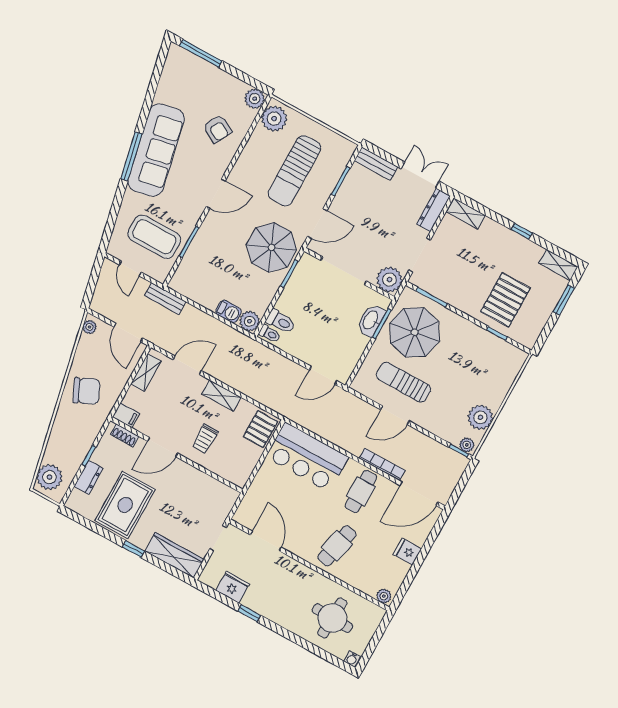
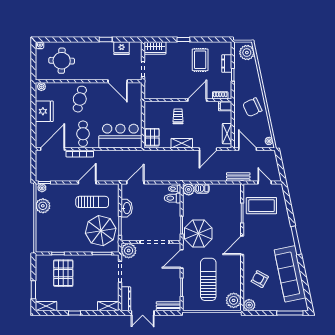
sofa: (156, 150) -> (290, 274), moved
washbasin: (371, 320) -> (127, 208), moved
rug: (125, 505) -> (200, 60), width x0.73, depth x0.70
fridge: (407, 552) -> (44, 111), width x1.88, depth x1.34
wardrobe: (175, 555) -> (155, 48), width x0.67

